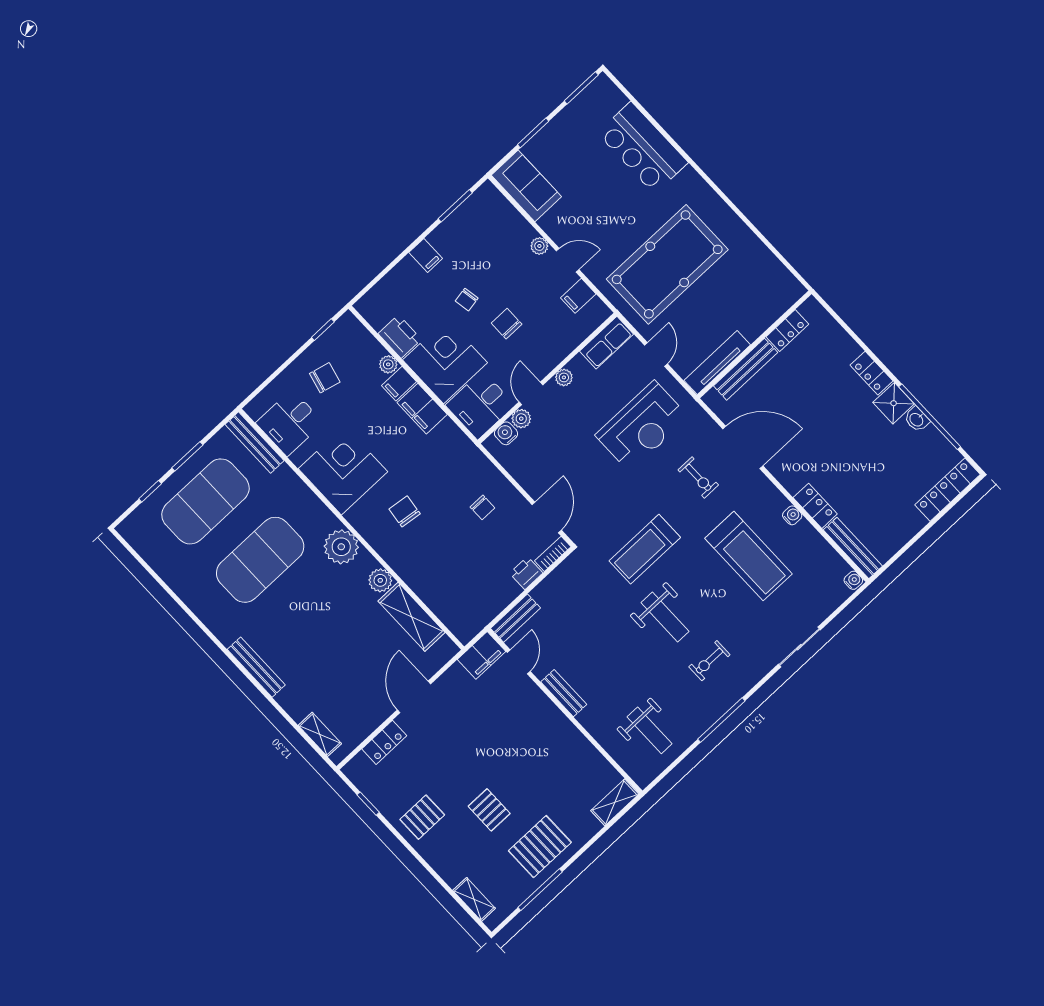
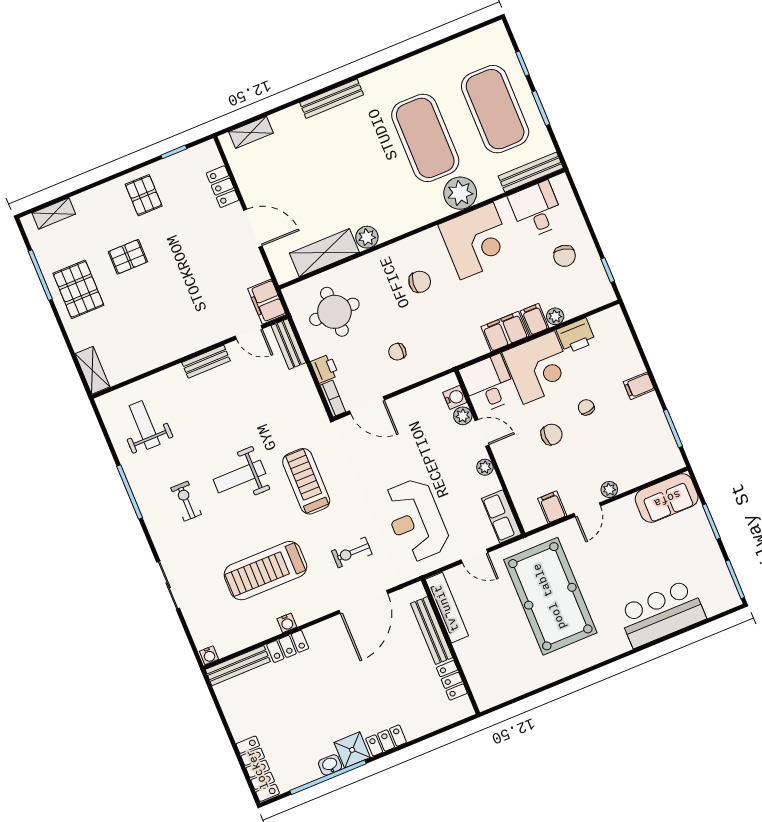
plant: (341, 547) -> (460, 193), moved
round table: (466, 585) -> (334, 312), added
weight bench: (649, 730) -> (145, 425), turned 90

